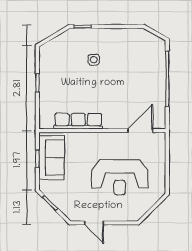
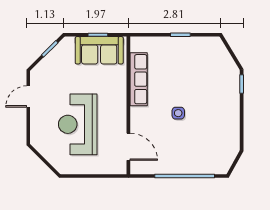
side table: (94, 60) -> (178, 113), moved

